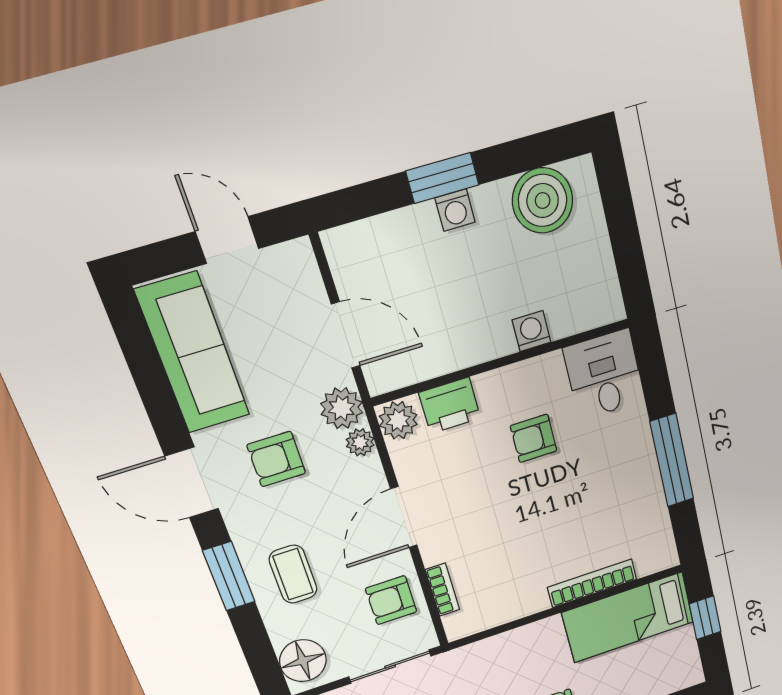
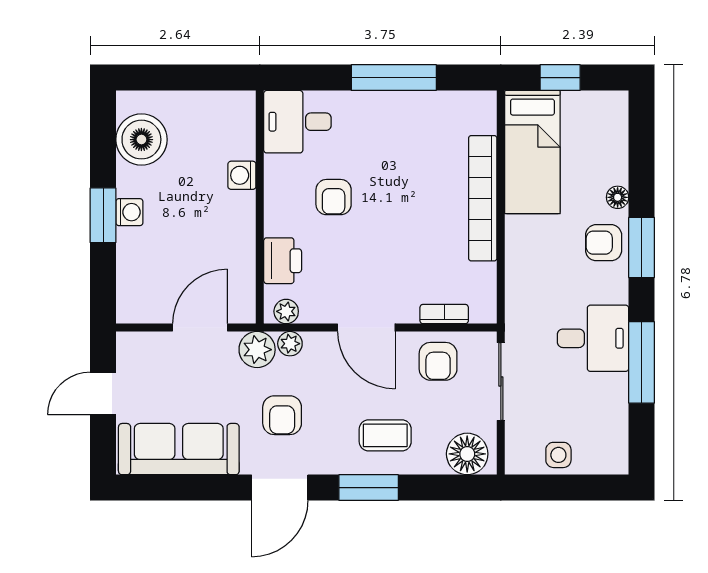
plant: (398, 420) -> (286, 311), width x0.73, depth x0.73
bookcase: (592, 583) -> (483, 198), width x1.48, depth x1.31

